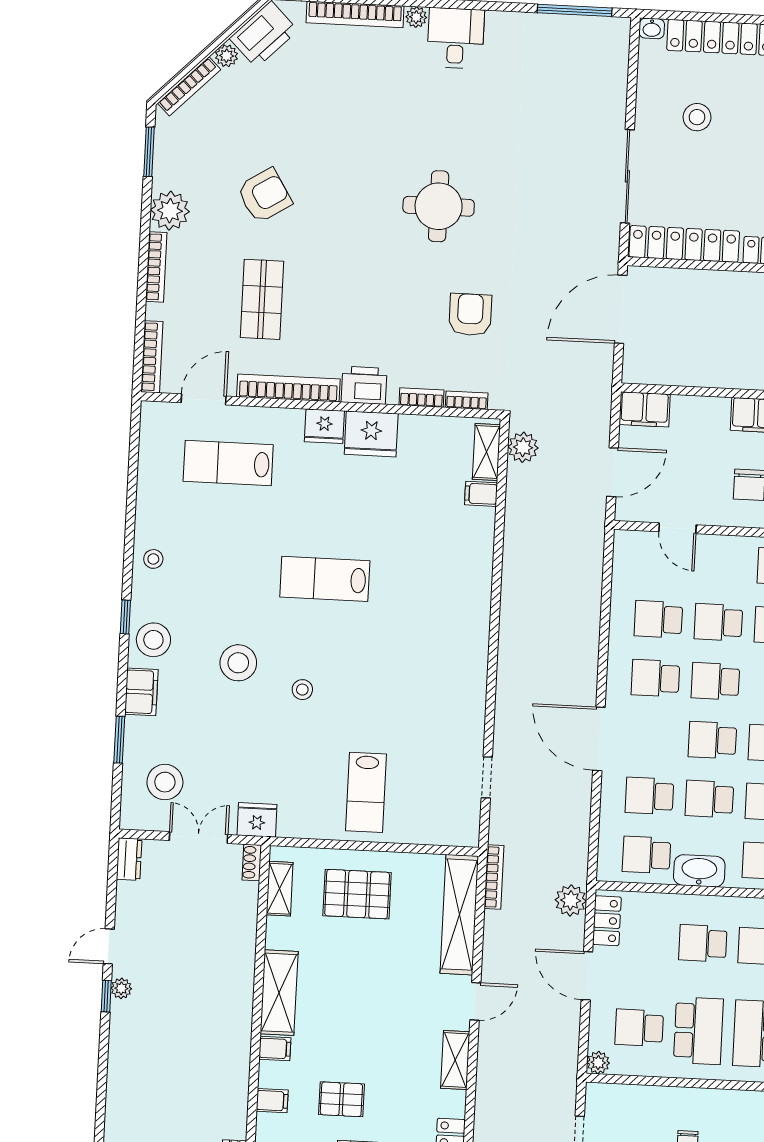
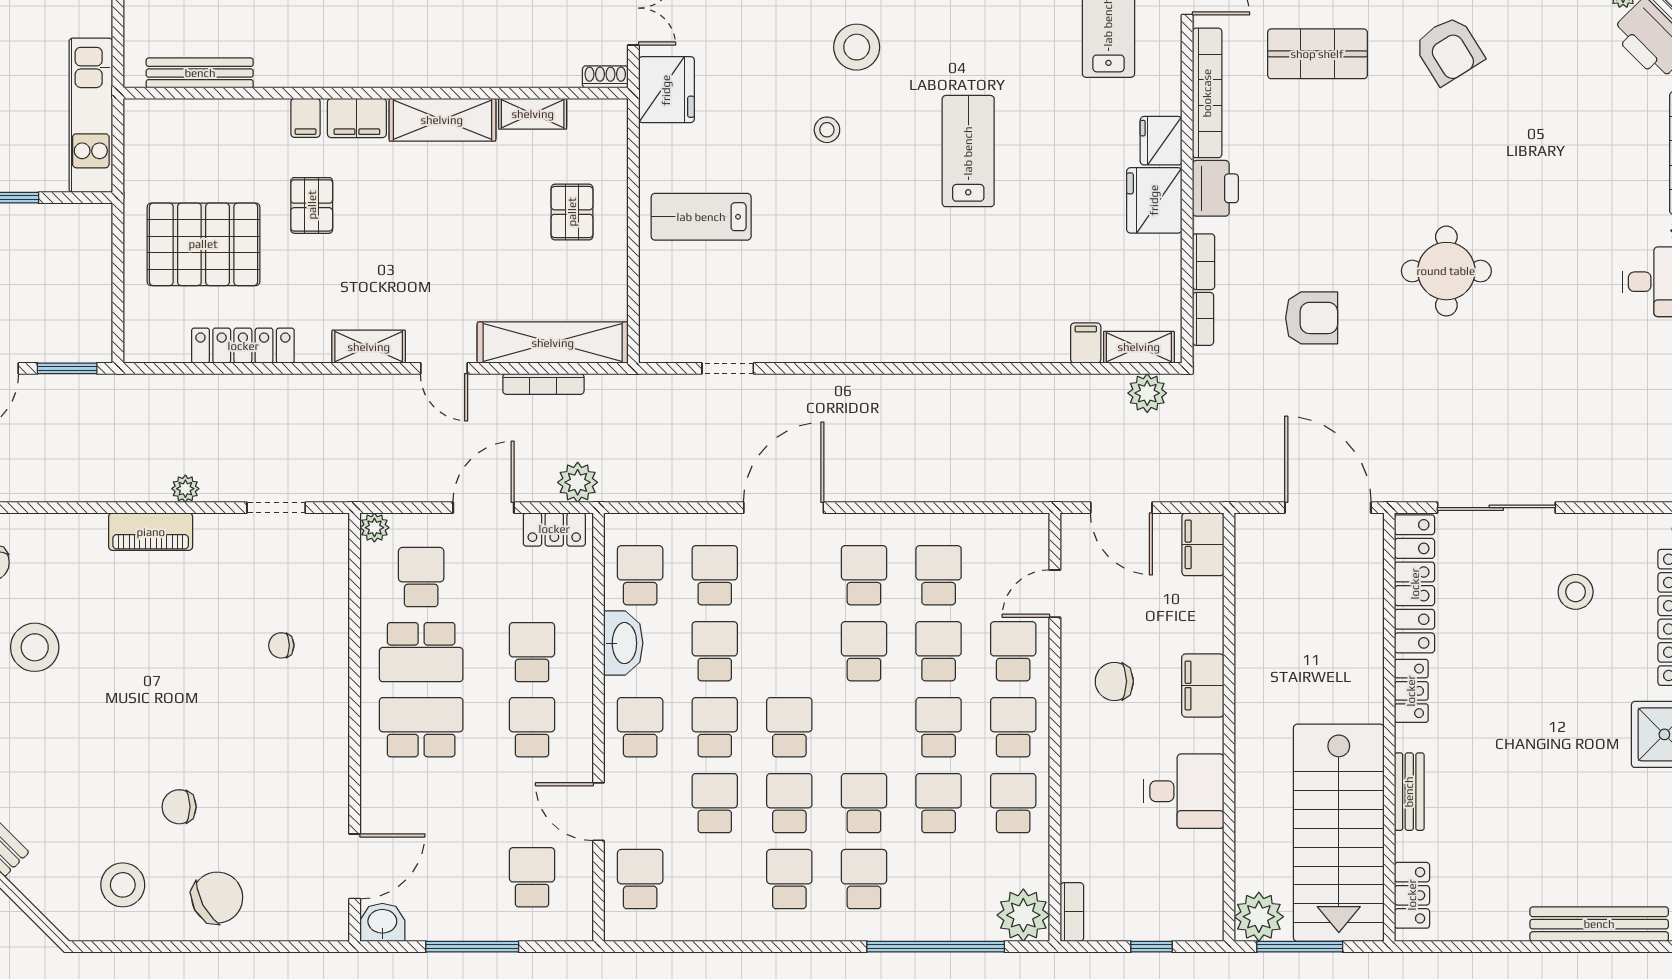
school desk: (712, 740) -> (1013, 651), moved
fridge: (257, 820) -> (666, 90), width x1.36, depth x1.34
bookcase: (494, 877) -> (543, 384), moved
shelving: (280, 889) -> (533, 114), moved
pallet: (357, 894) -> (572, 212), width x0.67, depth x0.71
filing cabinet: (275, 1048) -> (357, 118), width x2.00

